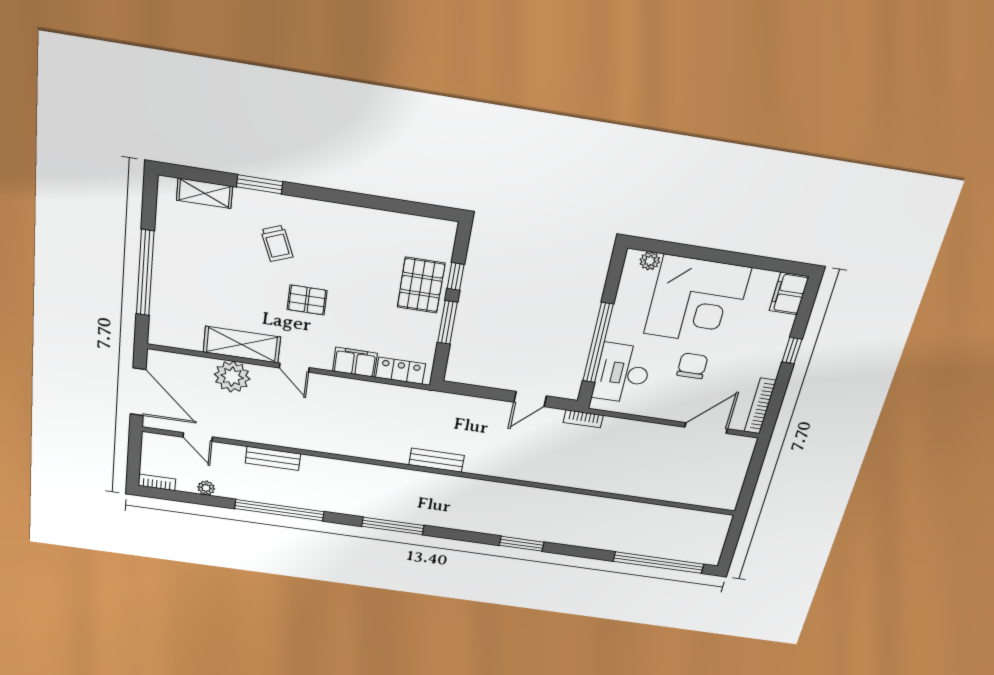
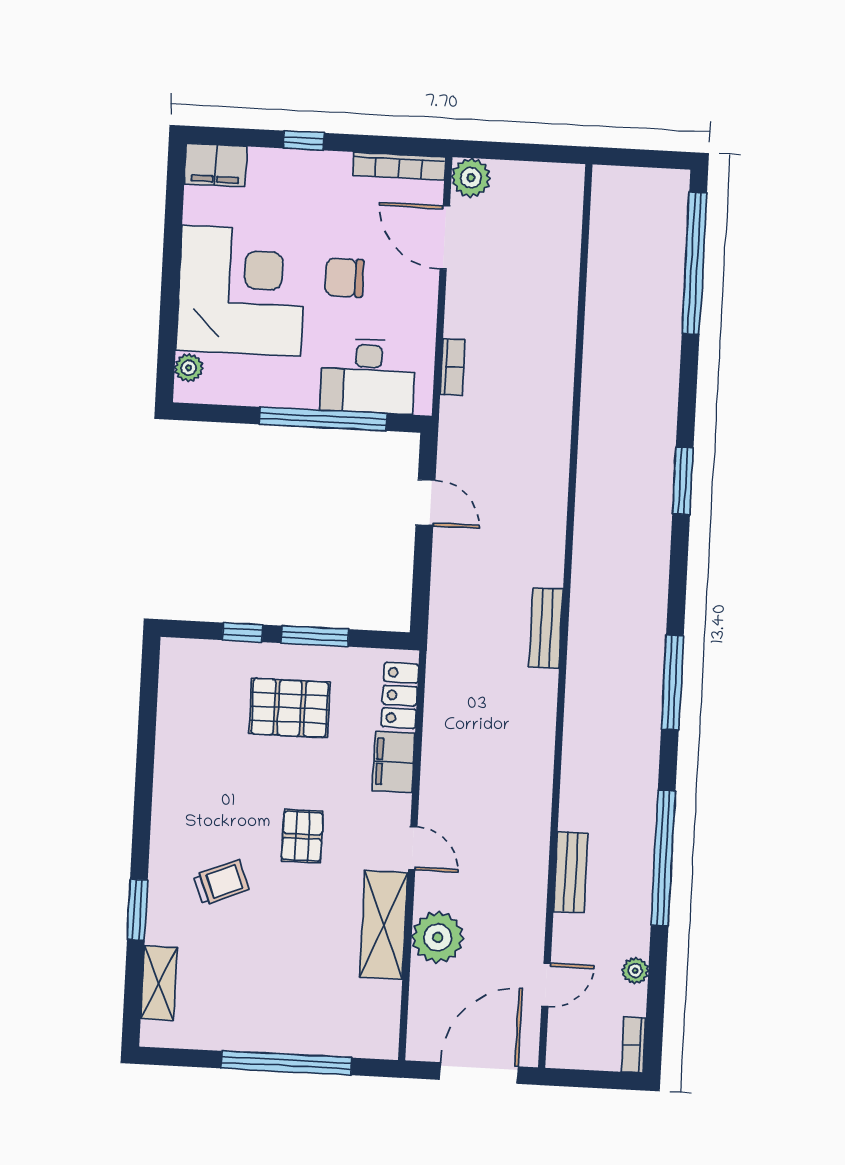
pallet: (421, 285) -> (290, 708), moved
door: (294, 368) -> (413, 848), hinge flipped
bookcase: (583, 419) -> (453, 367), moved
plant: (742, 447) -> (471, 178), added

